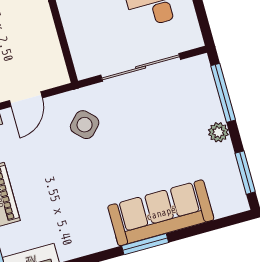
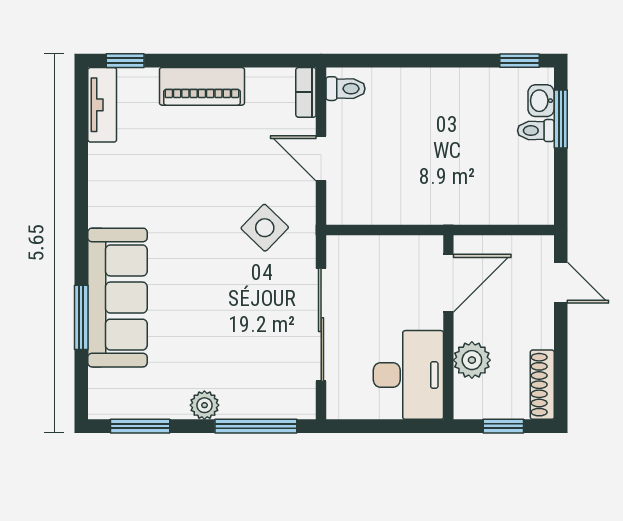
window: (145, 244) -> (81, 317), moved

